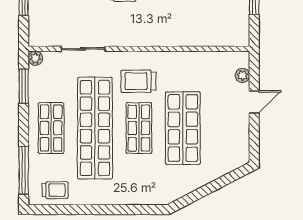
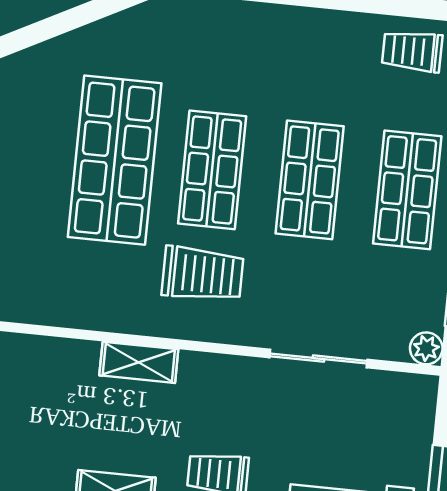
shelving: (163, 39) -> (139, 362), added
shop shelf: (95, 128) -> (310, 180), width x0.50, depth x0.74

